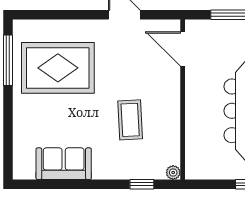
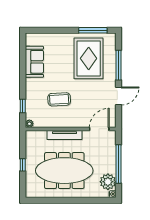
window: (69, 15) -> (119, 65), added
tv unit: (193, 110) -> (65, 135), added

